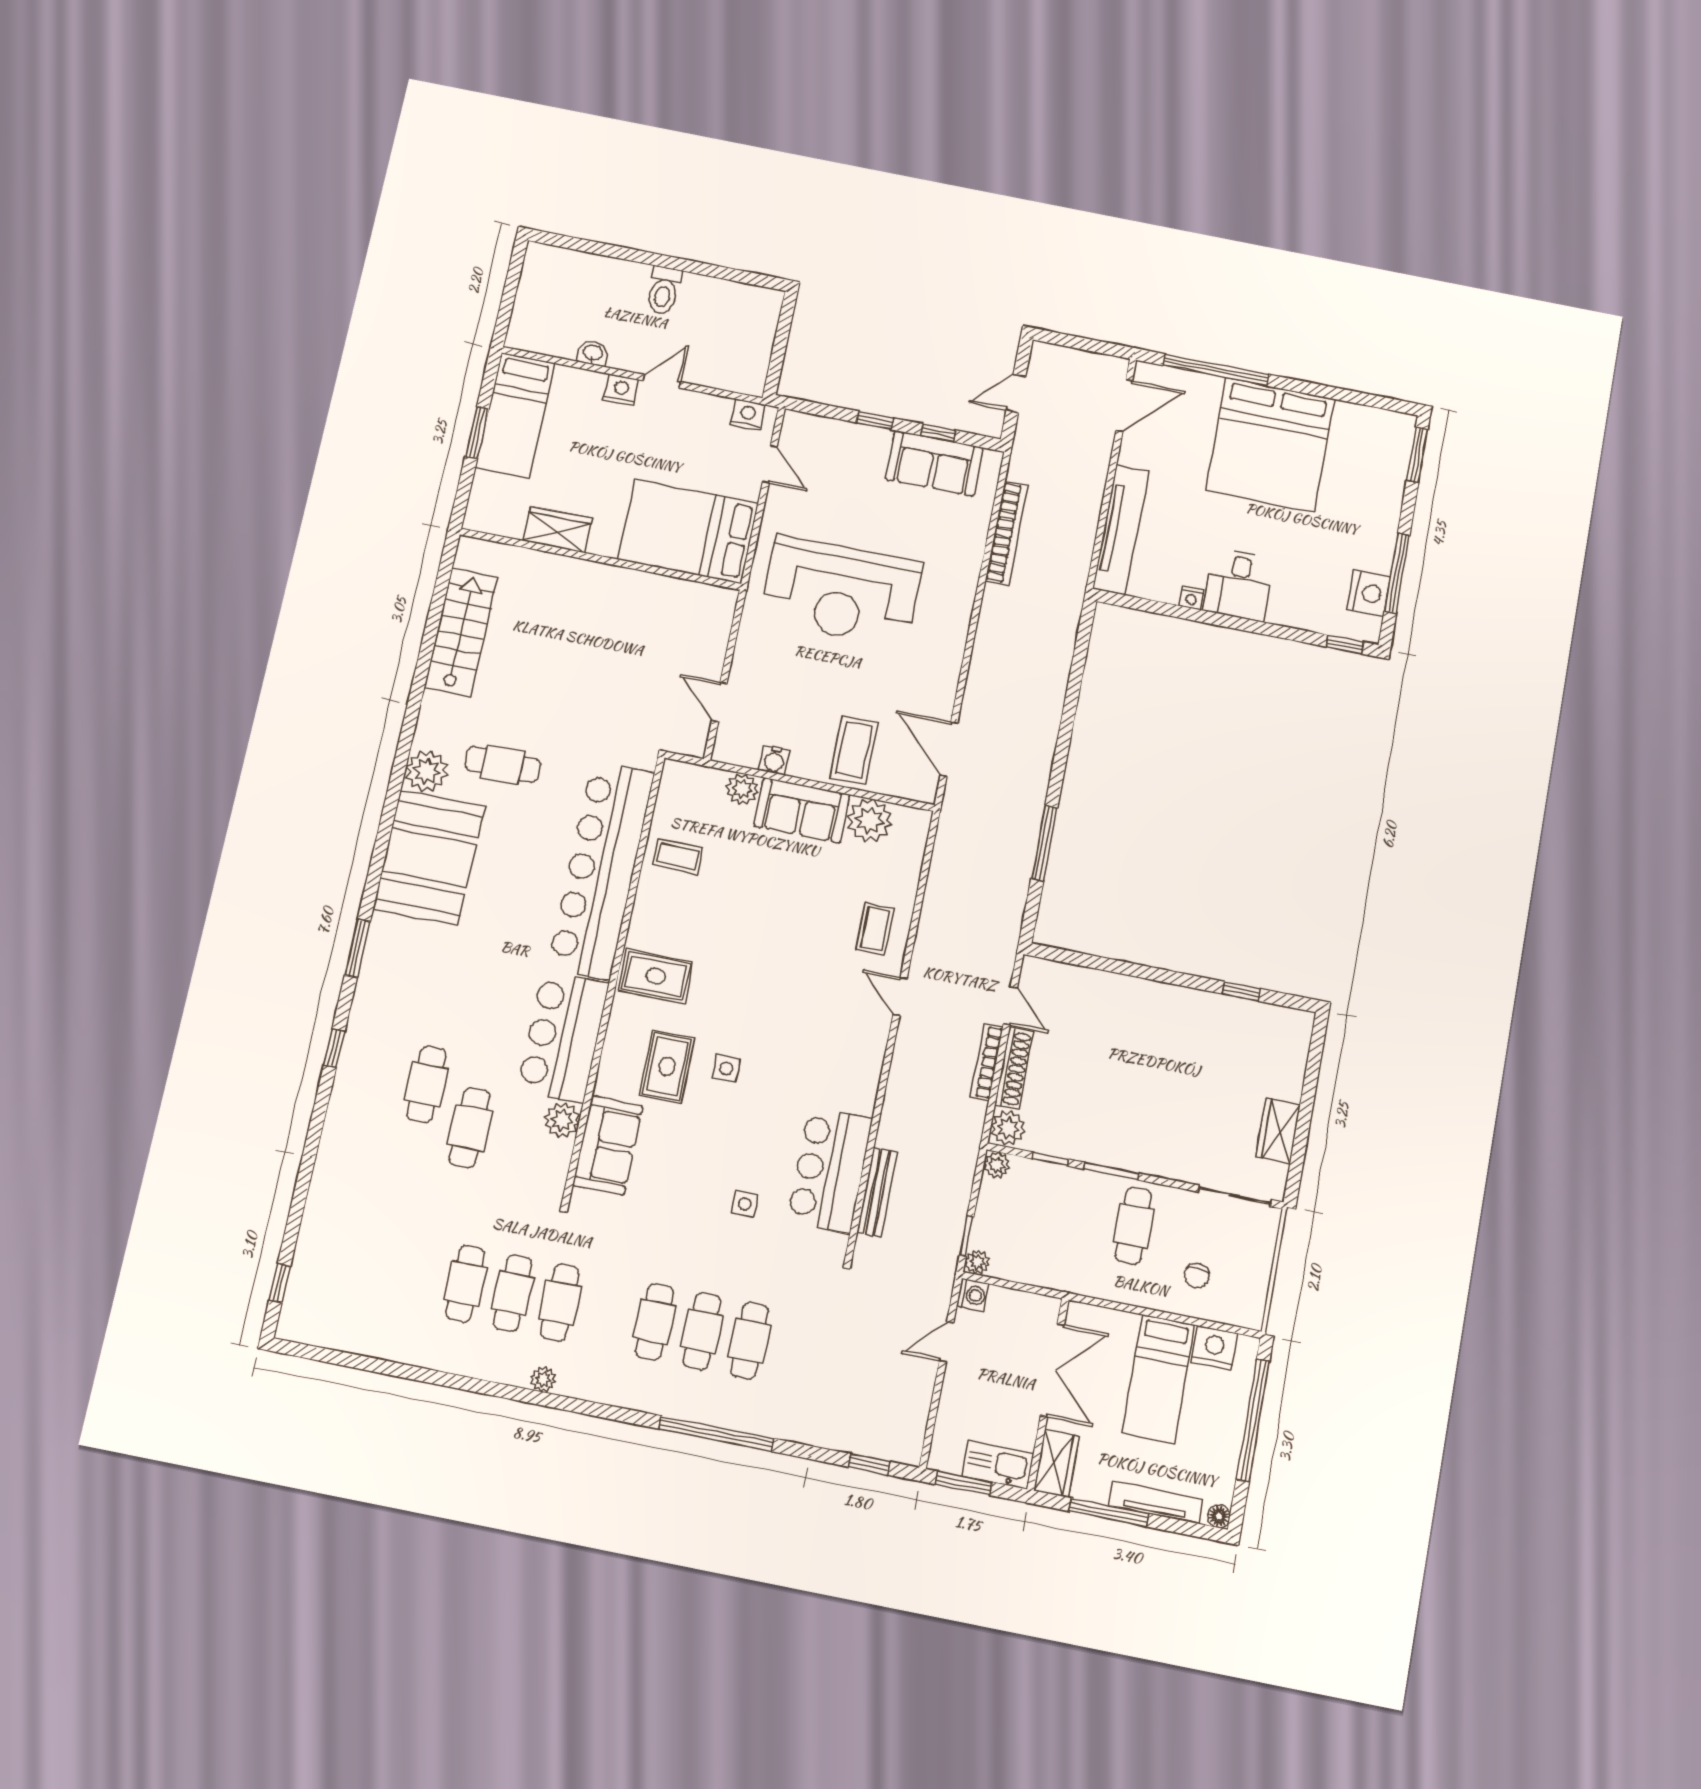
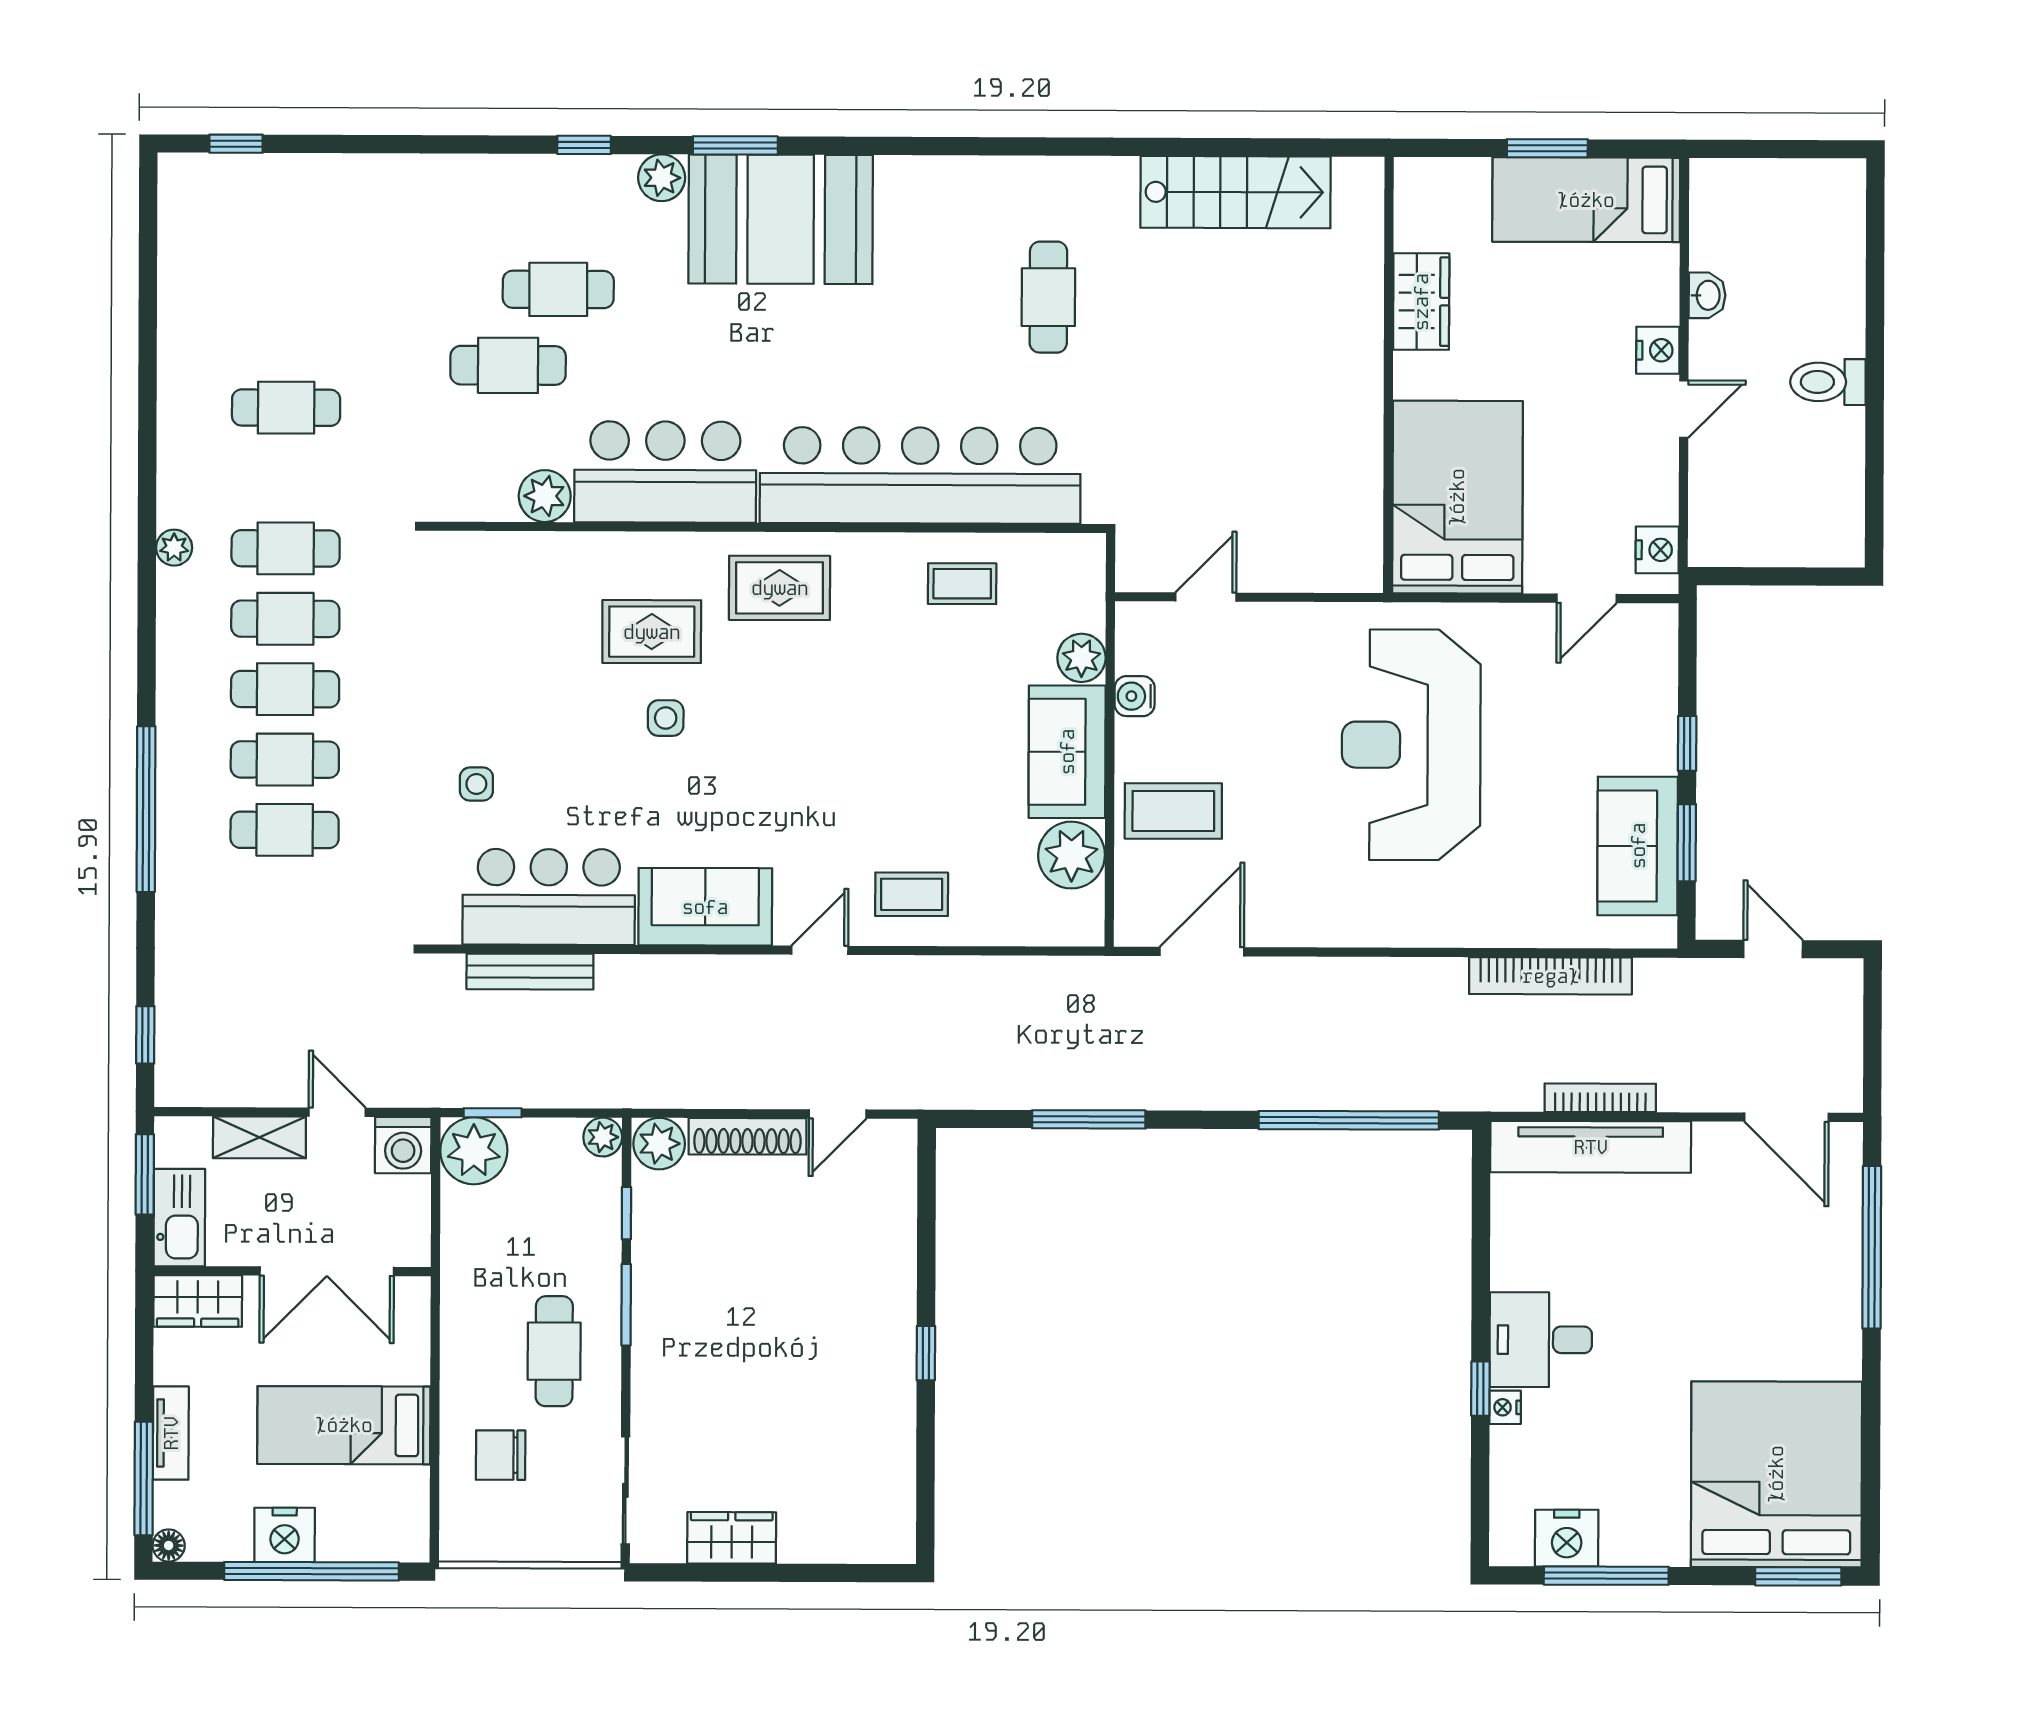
door: (662, 381) -> (1684, 409), hinge flipped
window: (938, 433) -> (1687, 843), width x1.50
bed: (1270, 445) -> (1776, 1474), moved, turned 90
nightstand: (1191, 598) -> (1505, 1407), moved
window: (1345, 644) -> (1480, 1389), moved
window: (1076, 677) -> (1349, 1120), added
plant: (427, 771) -> (662, 178), moved, width x0.73, depth x0.73
coffee table: (678, 857) -> (962, 584), turned 90
booth: (429, 858) -> (781, 219), moved
rug: (656, 976) -> (780, 588), turned 90
window: (1241, 991) -> (926, 1353), moved
bookcase: (987, 1062) -> (1600, 1098), moved
sofa: (608, 1145) -> (705, 907), moved, turned 180
cafe table: (1134, 1226) -> (554, 1351), turned 90
plant: (977, 1262) -> (474, 1151), width x1.88, depth x1.88
chair: (1197, 1276) -> (501, 1455), width x1.37, depth x1.37
cafe table: (512, 1293) -> (285, 619), moved
washing machine: (973, 1295) -> (403, 1145), width x1.38, depth x1.38
nightstand: (1214, 1348) -> (285, 1535), moved, turned 90
shelving: (954, 1399) -> (259, 1137), added
tv unit: (1156, 1502) -> (171, 1433), width x0.71
window: (1109, 1512) -> (144, 1479), moved

